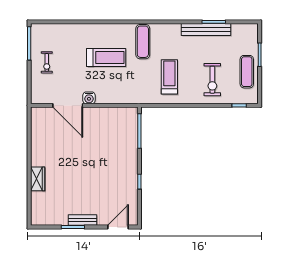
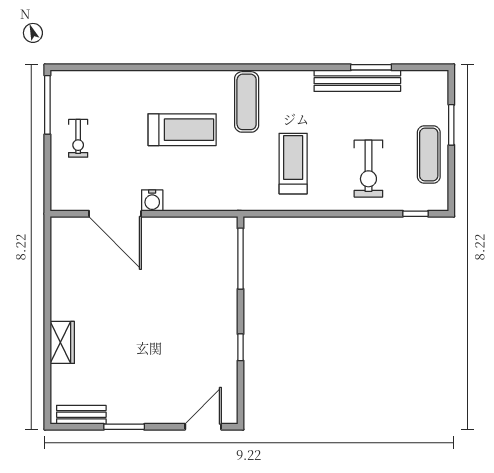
bench: (83, 220) -> (81, 415), moved

